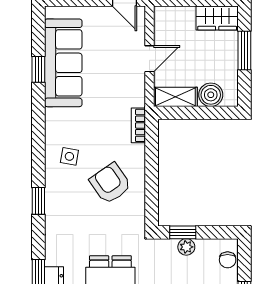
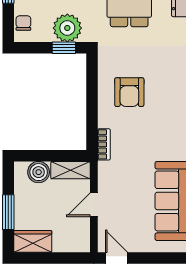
side table: (69, 156) -> (166, 116), removed
armchair: (110, 183) -> (129, 92), turned 35
plant: (186, 247) -> (67, 28), width x1.88, depth x1.88

